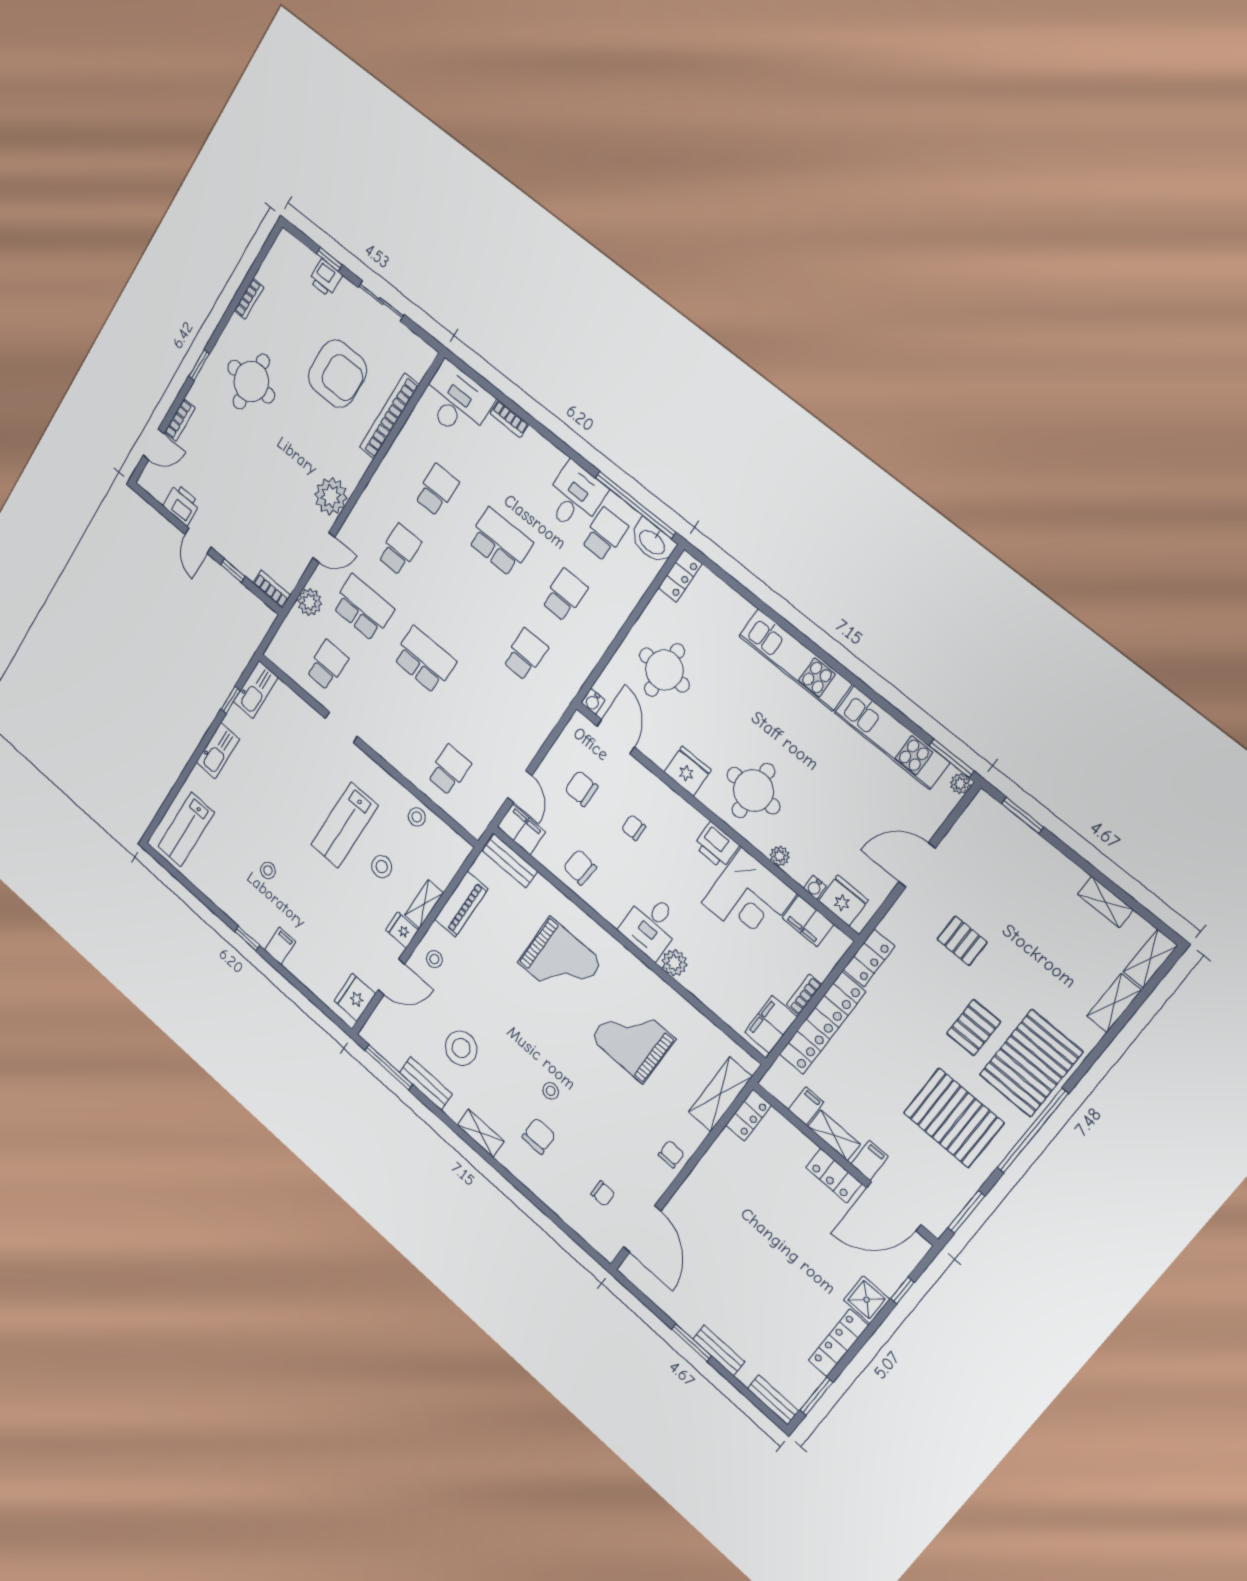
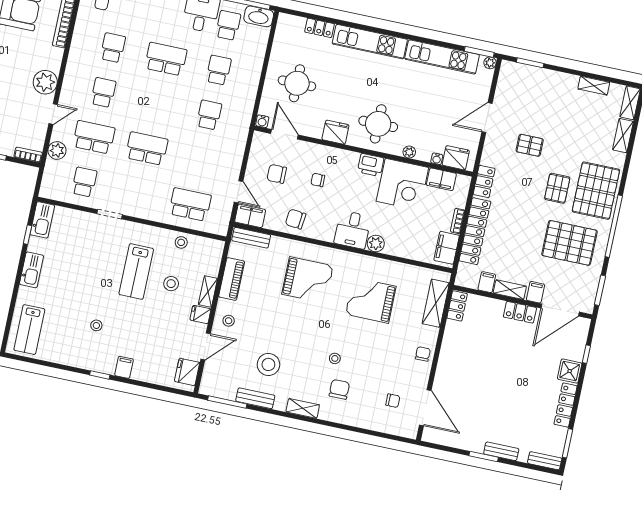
locker: (680, 576) -> (319, 28), moved, turned 90
school desk: (449, 770) -> (190, 204), width x1.85

